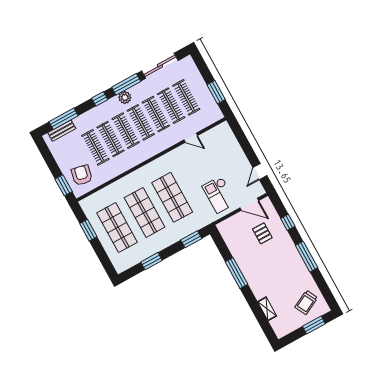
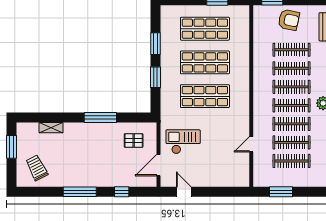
armchair: (82, 175) -> (289, 20), moved
pallet: (262, 233) -> (134, 141), moved
window: (191, 239) -> (156, 77), moved
window: (314, 325) -> (12, 147), moved

